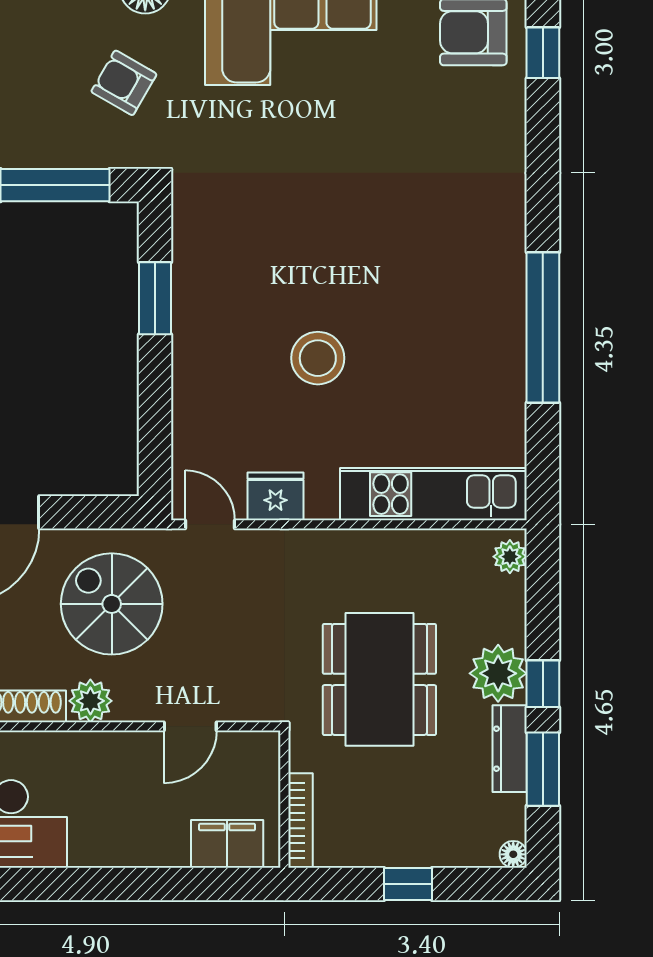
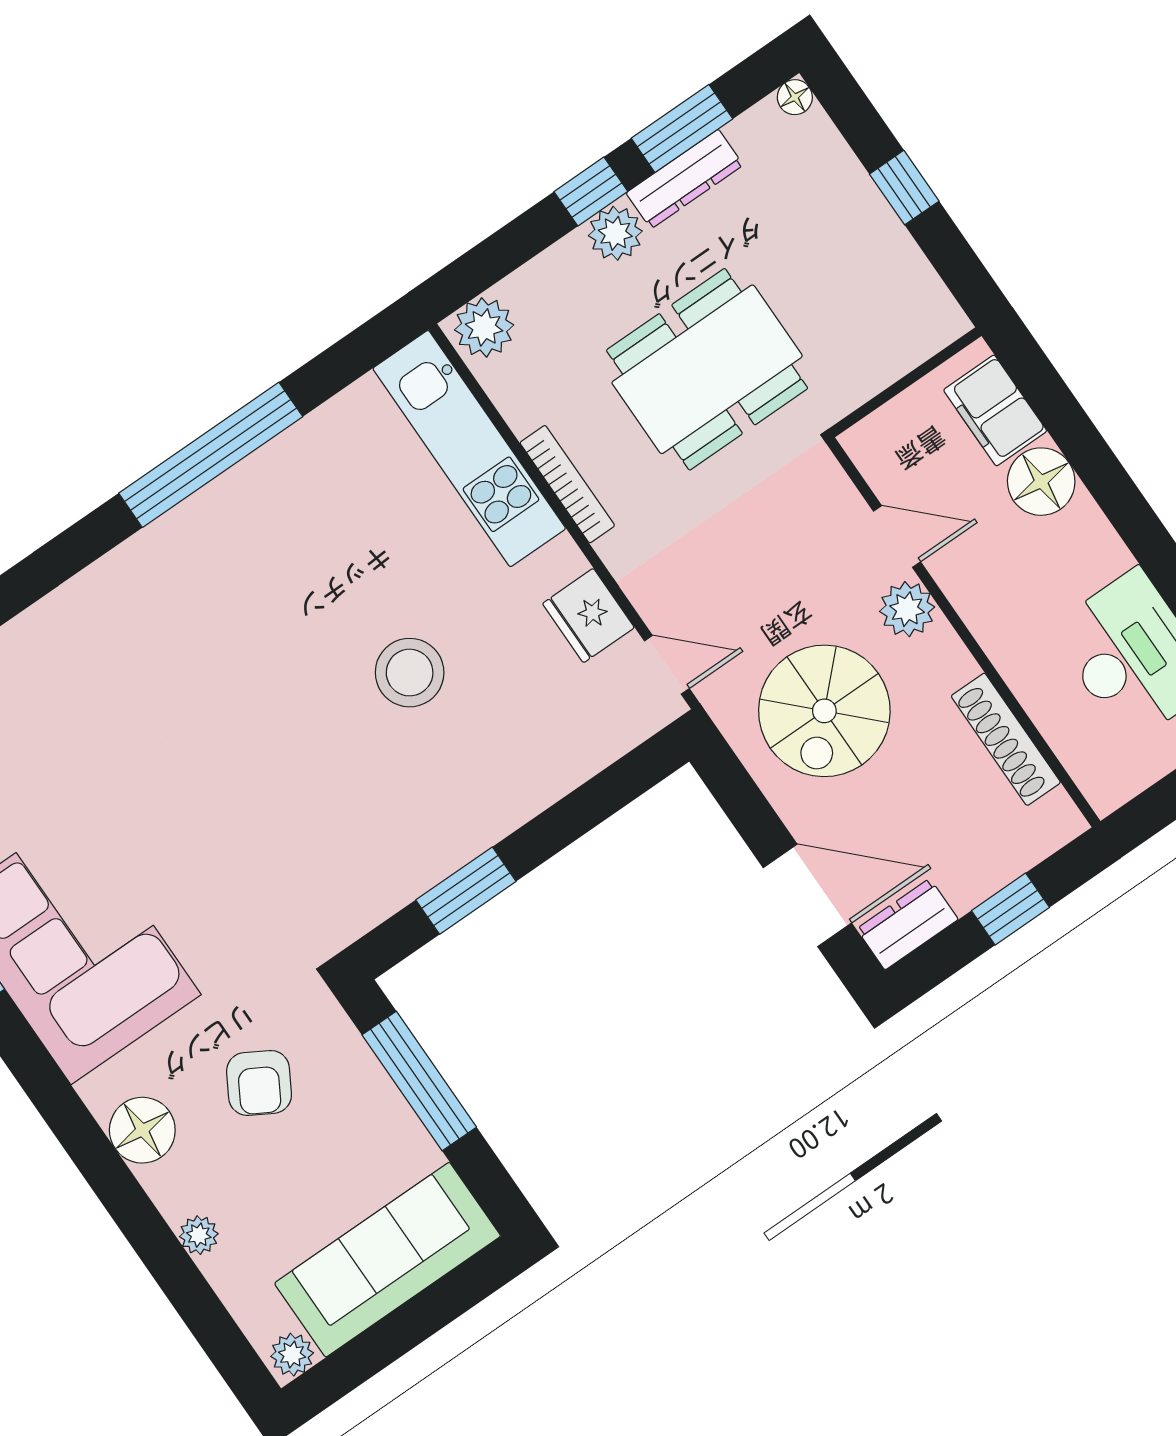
door: (210, 524) -> (667, 665), swing flipped
plant: (510, 557) -> (484, 327), width x1.38, depth x1.38
plant: (498, 673) -> (615, 233), width x0.73, depth x0.73
plant: (90, 701) -> (907, 609), moved
bookcase: (300, 820) -> (567, 484), moved, turned 90
floor lamp: (162, 842) -> (1041, 482), added

